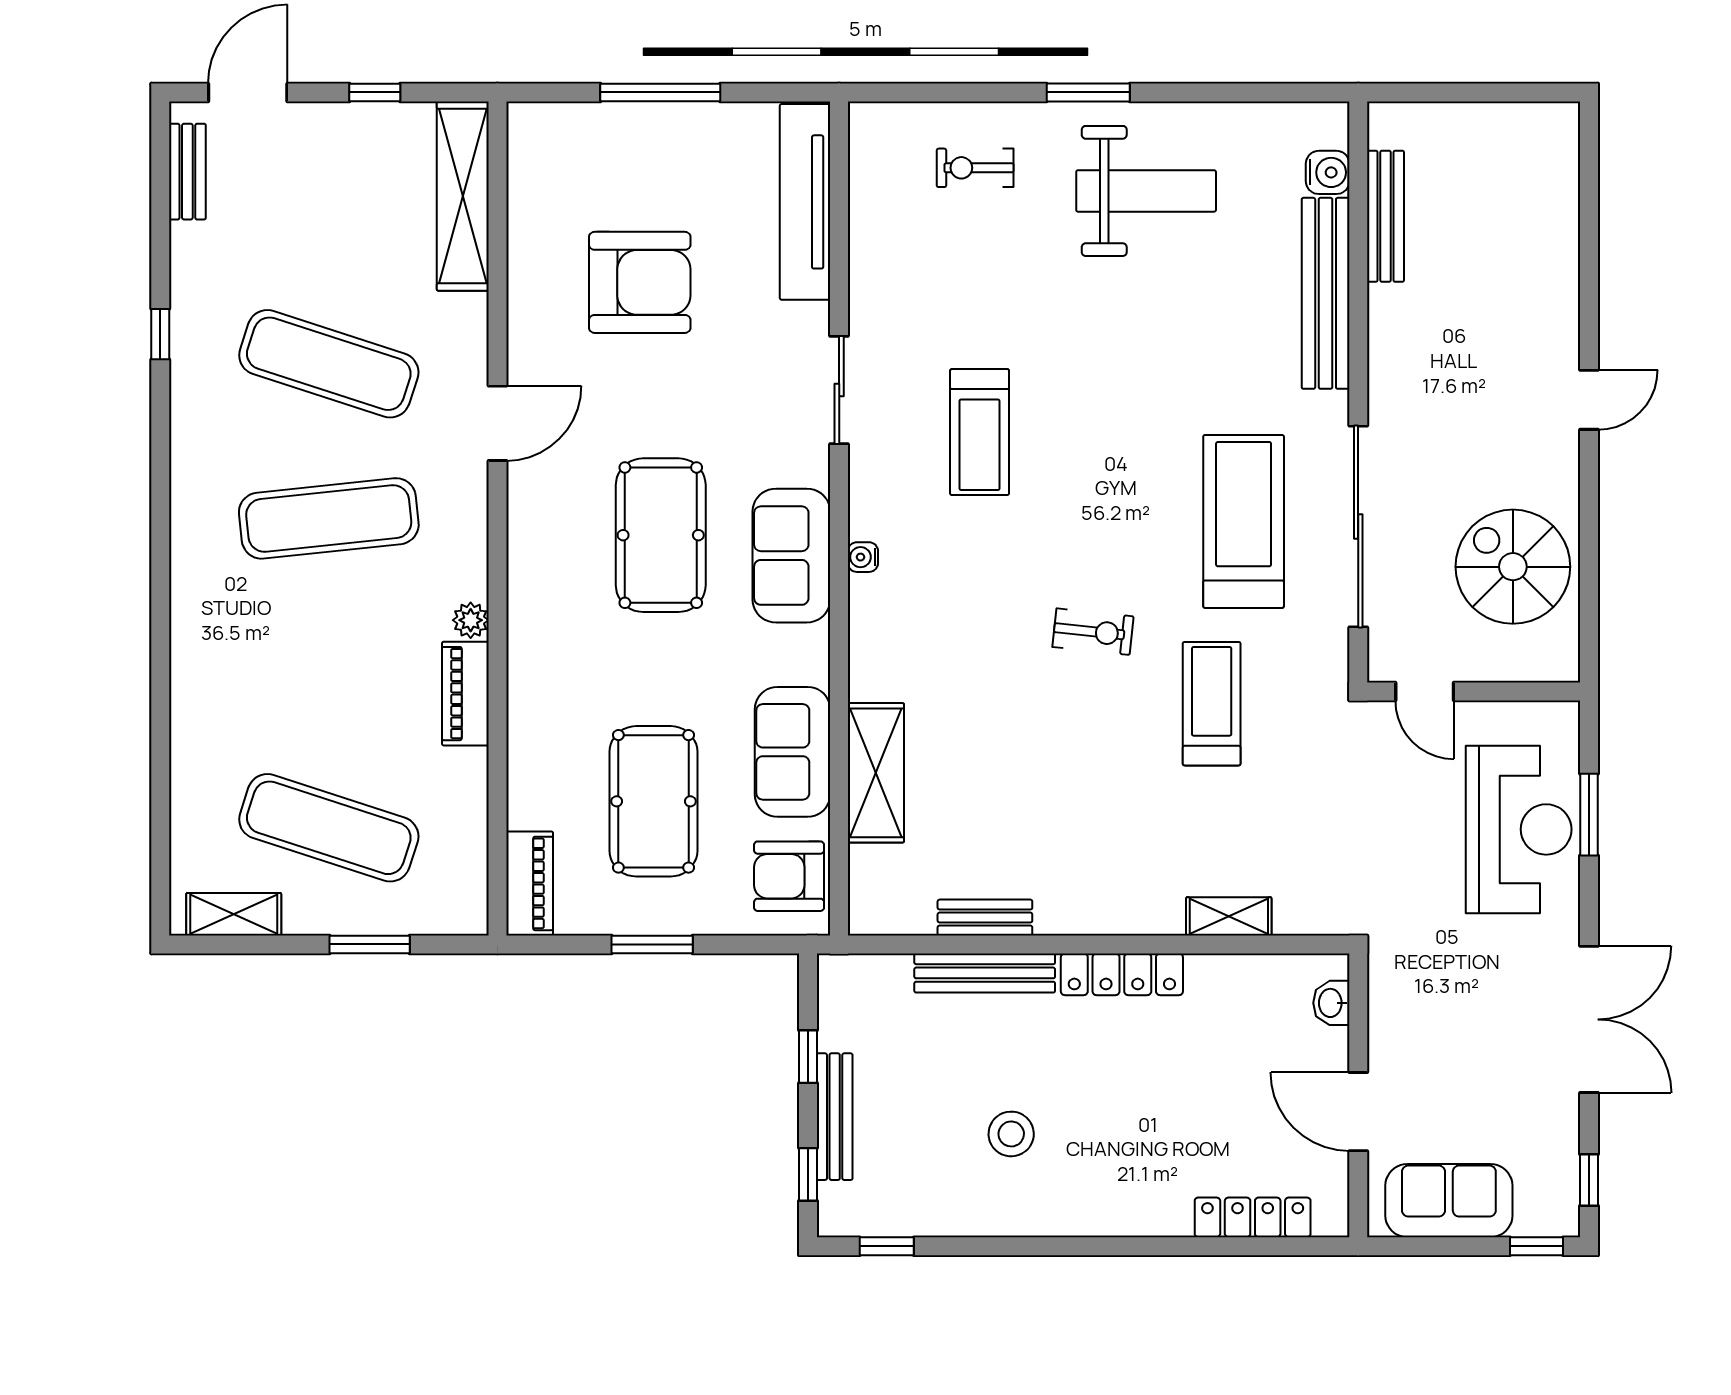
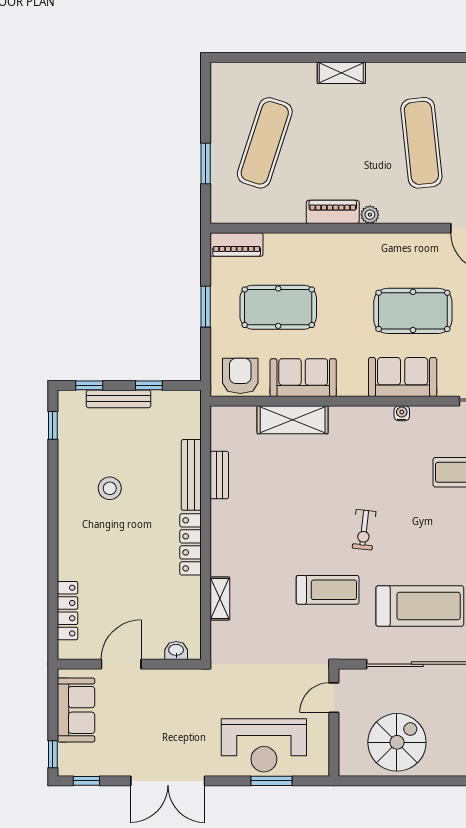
shelving: (234, 914) -> (341, 73), moved, turned 90

